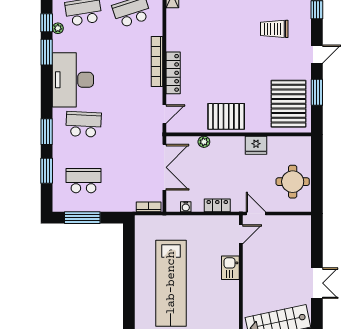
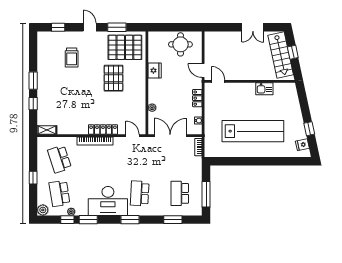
pallet: (226, 116) -> (113, 78), moved
window: (47, 132) -> (130, 220), moved
door: (256, 214) -> (203, 71), hinge flipped
kitchen sink: (230, 268) -> (264, 89), moved
double door: (317, 283) -> (253, 27), swing flipped

